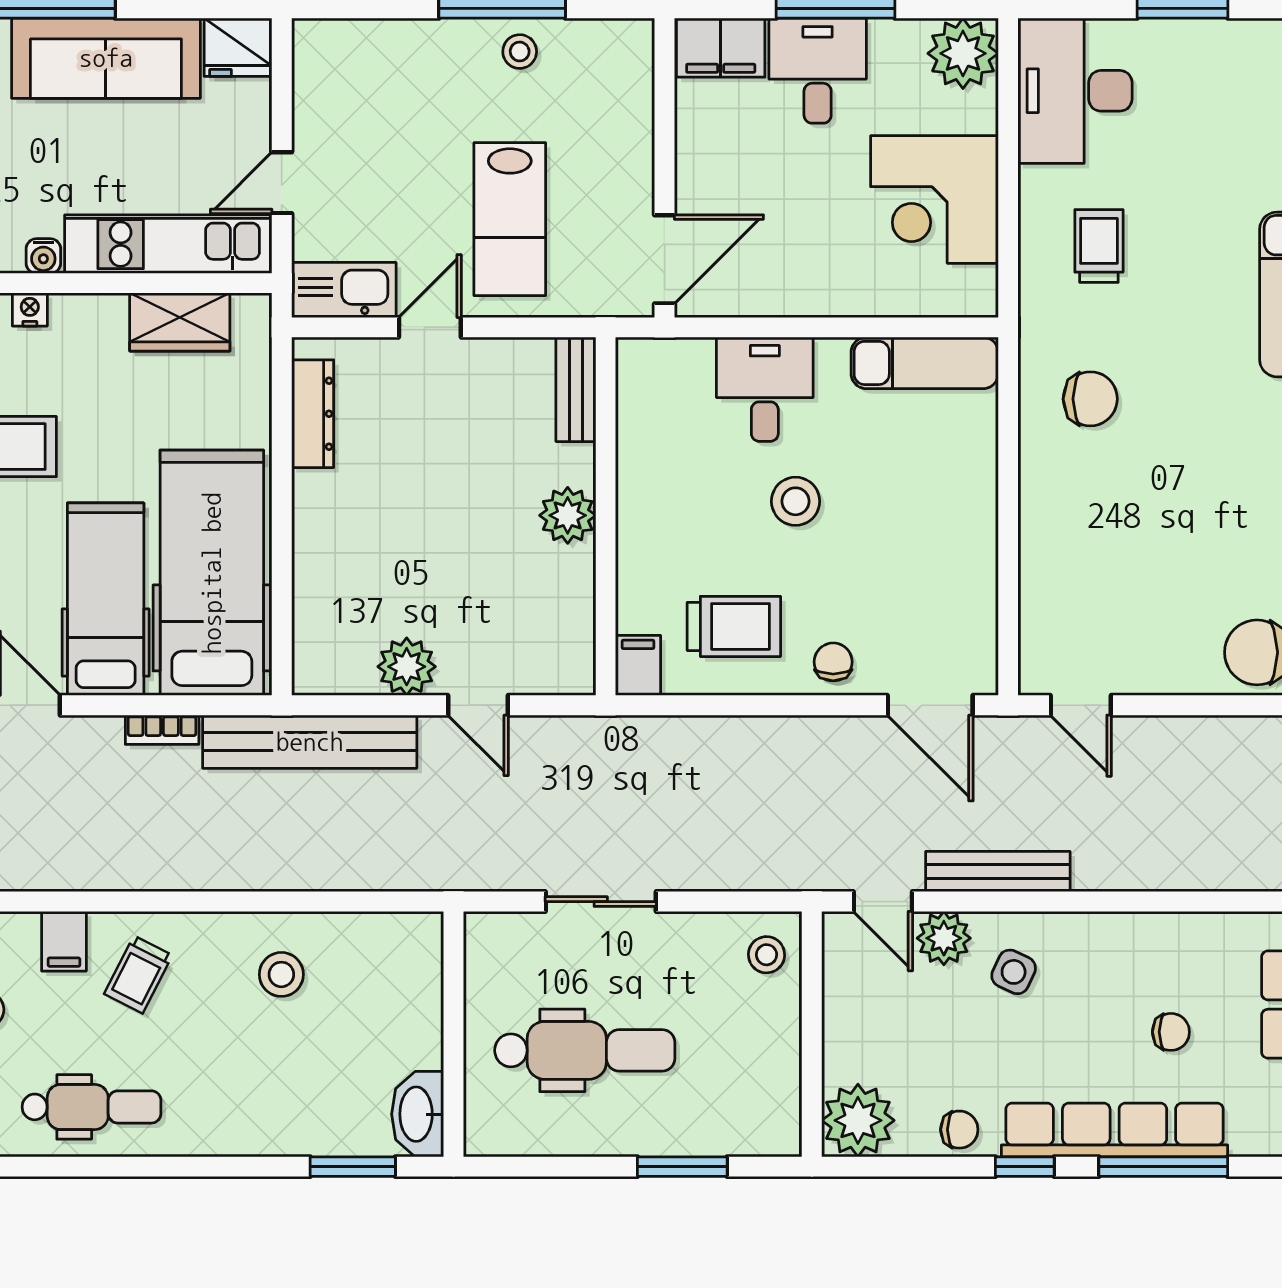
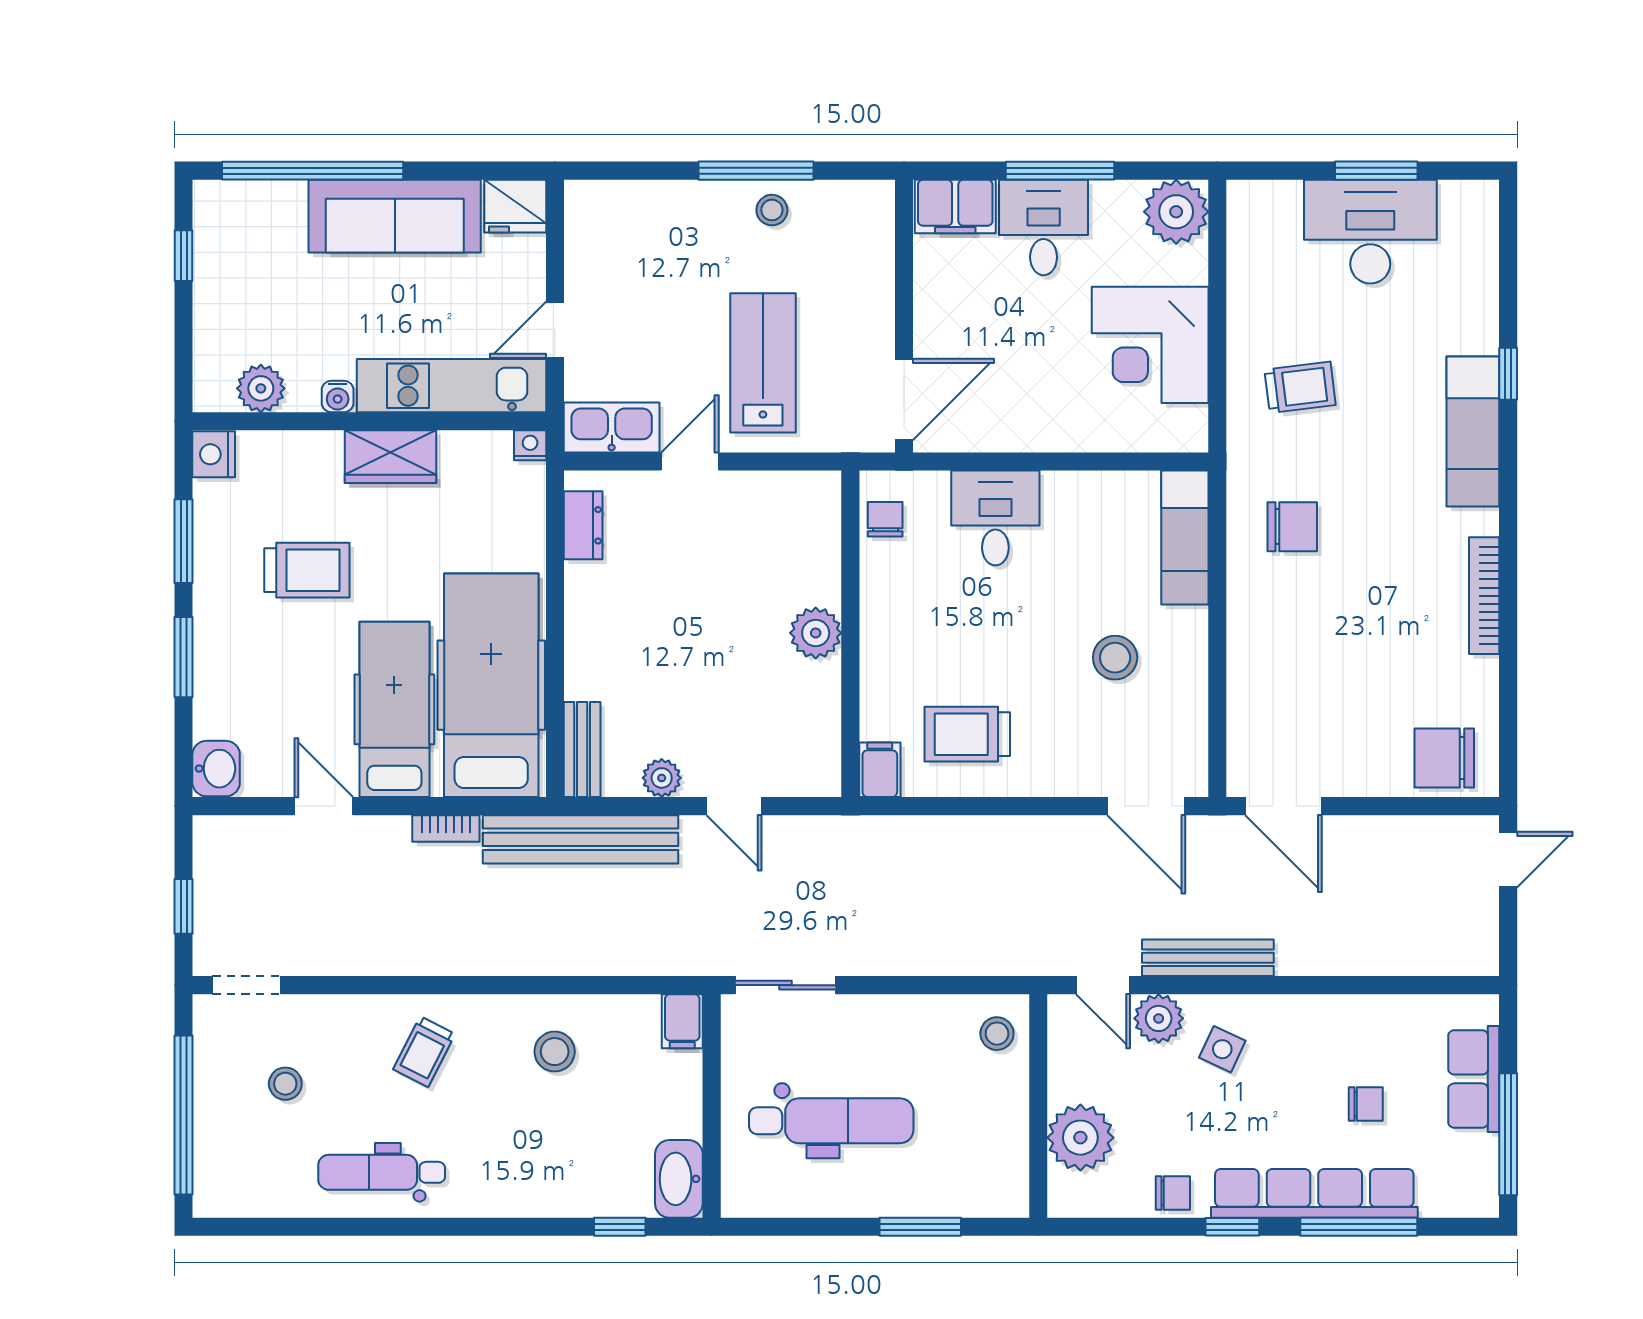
desk: (1075, 91) -> (1370, 232), moved, turned 90
lab bench: (510, 219) -> (763, 363), turned 180
trolley: (1099, 246) -> (1300, 387), turned 83
nightstand: (30, 310) -> (530, 445), moved
wardrobe: (180, 322) -> (390, 457), moved
exam couch: (925, 363) -> (1185, 538), moved, turned 90
bench: (576, 389) -> (582, 750), moved
dresser: (313, 414) -> (583, 525), width x0.70
stool: (796, 501) -> (1115, 658), moved
trolley: (734, 626) -> (967, 734), turned 180
chair: (833, 662) -> (885, 519), moved
plant: (407, 667) -> (662, 778), width x0.73, depth x0.73
door: (1081, 705) -> (1283, 806), width x1.38
sliding door: (601, 902) -> (786, 985), moved
filing cabinet: (64, 941) -> (682, 1021), moved
dental chair: (92, 1107) -> (382, 1172), turned 180
plant: (858, 1120) -> (1080, 1138), moved
window: (353, 1167) -> (620, 1227), width x0.67

